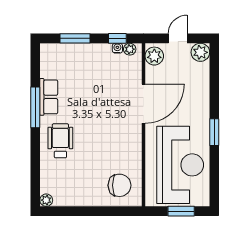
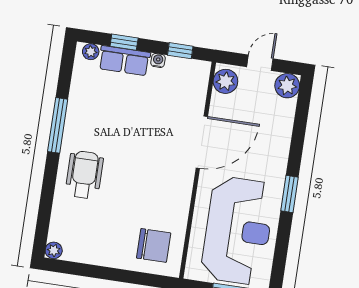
window: (75, 38) -> (124, 42), width x0.67
water cooler: (117, 48) -> (158, 60), moved
plant: (130, 49) -> (91, 52), moved
row of seats: (49, 97) -> (124, 61), moved, turned 90

